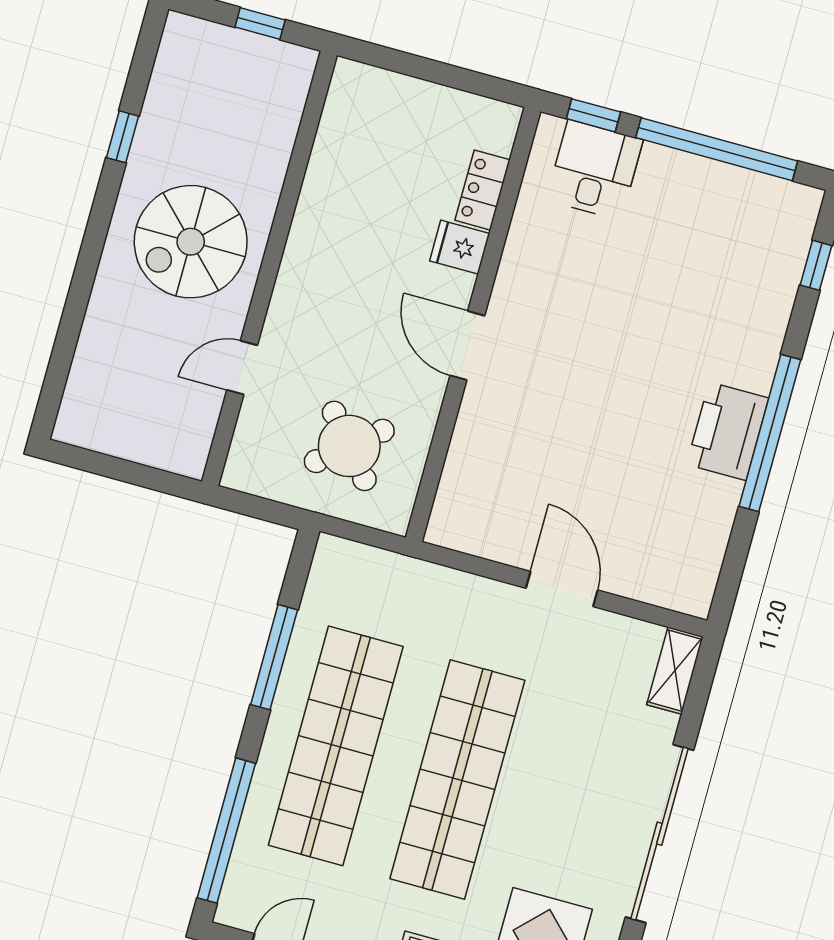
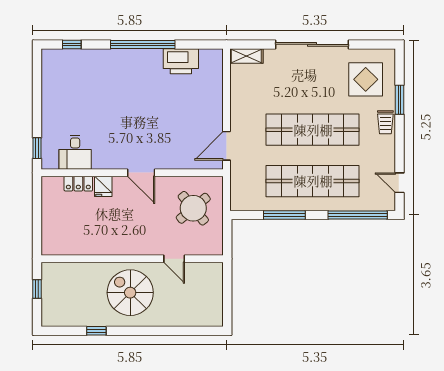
window: (717, 149) -> (37, 96), removed
desk: (595, 170) -> (75, 152), moved, turned -90
spiral stairs: (191, 242) -> (130, 293), turned 180
door: (467, 346) -> (141, 173), hinge flipped
printer: (728, 431) -> (181, 61), moved
door: (562, 589) -> (227, 146), moved

